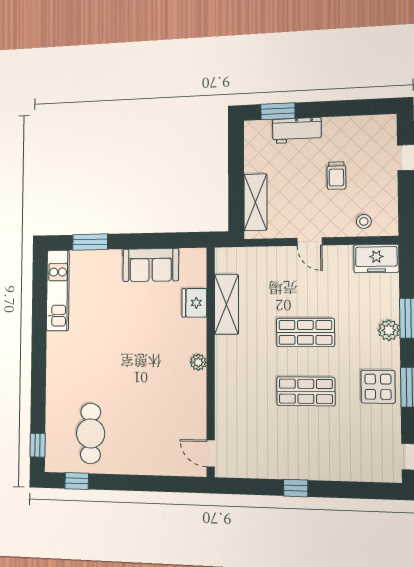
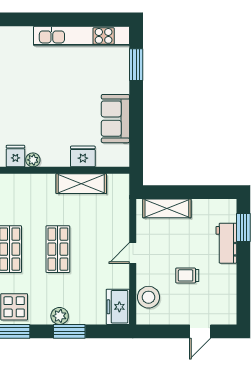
stool: (364, 221) -> (149, 297), width x1.89, depth x1.89
kitchen unit: (58, 291) -> (82, 36), width x1.36
fridge: (194, 383) -> (15, 156), added

